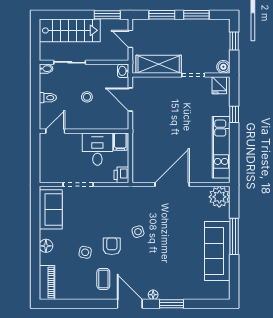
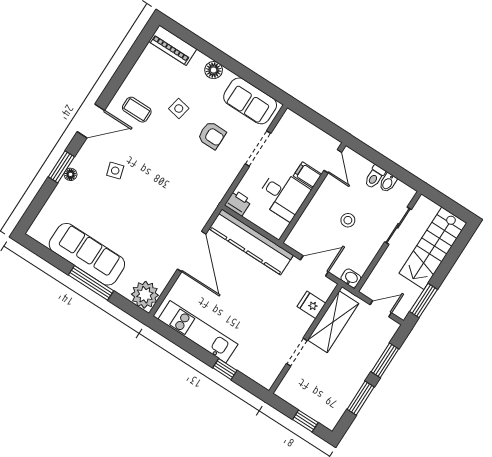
boiler: (223, 67) -> (285, 391), removed
bidet: (46, 69) -> (388, 183), moved
fridge: (219, 85) -> (311, 305), moved
filing cabinet: (120, 142) -> (308, 175), moved
kitchen counter: (141, 150) -> (251, 242), added
side table: (138, 232) -> (115, 171), moved
armchair: (112, 246) -> (212, 135), moved
floor lamp: (153, 295) -> (71, 174), moved

